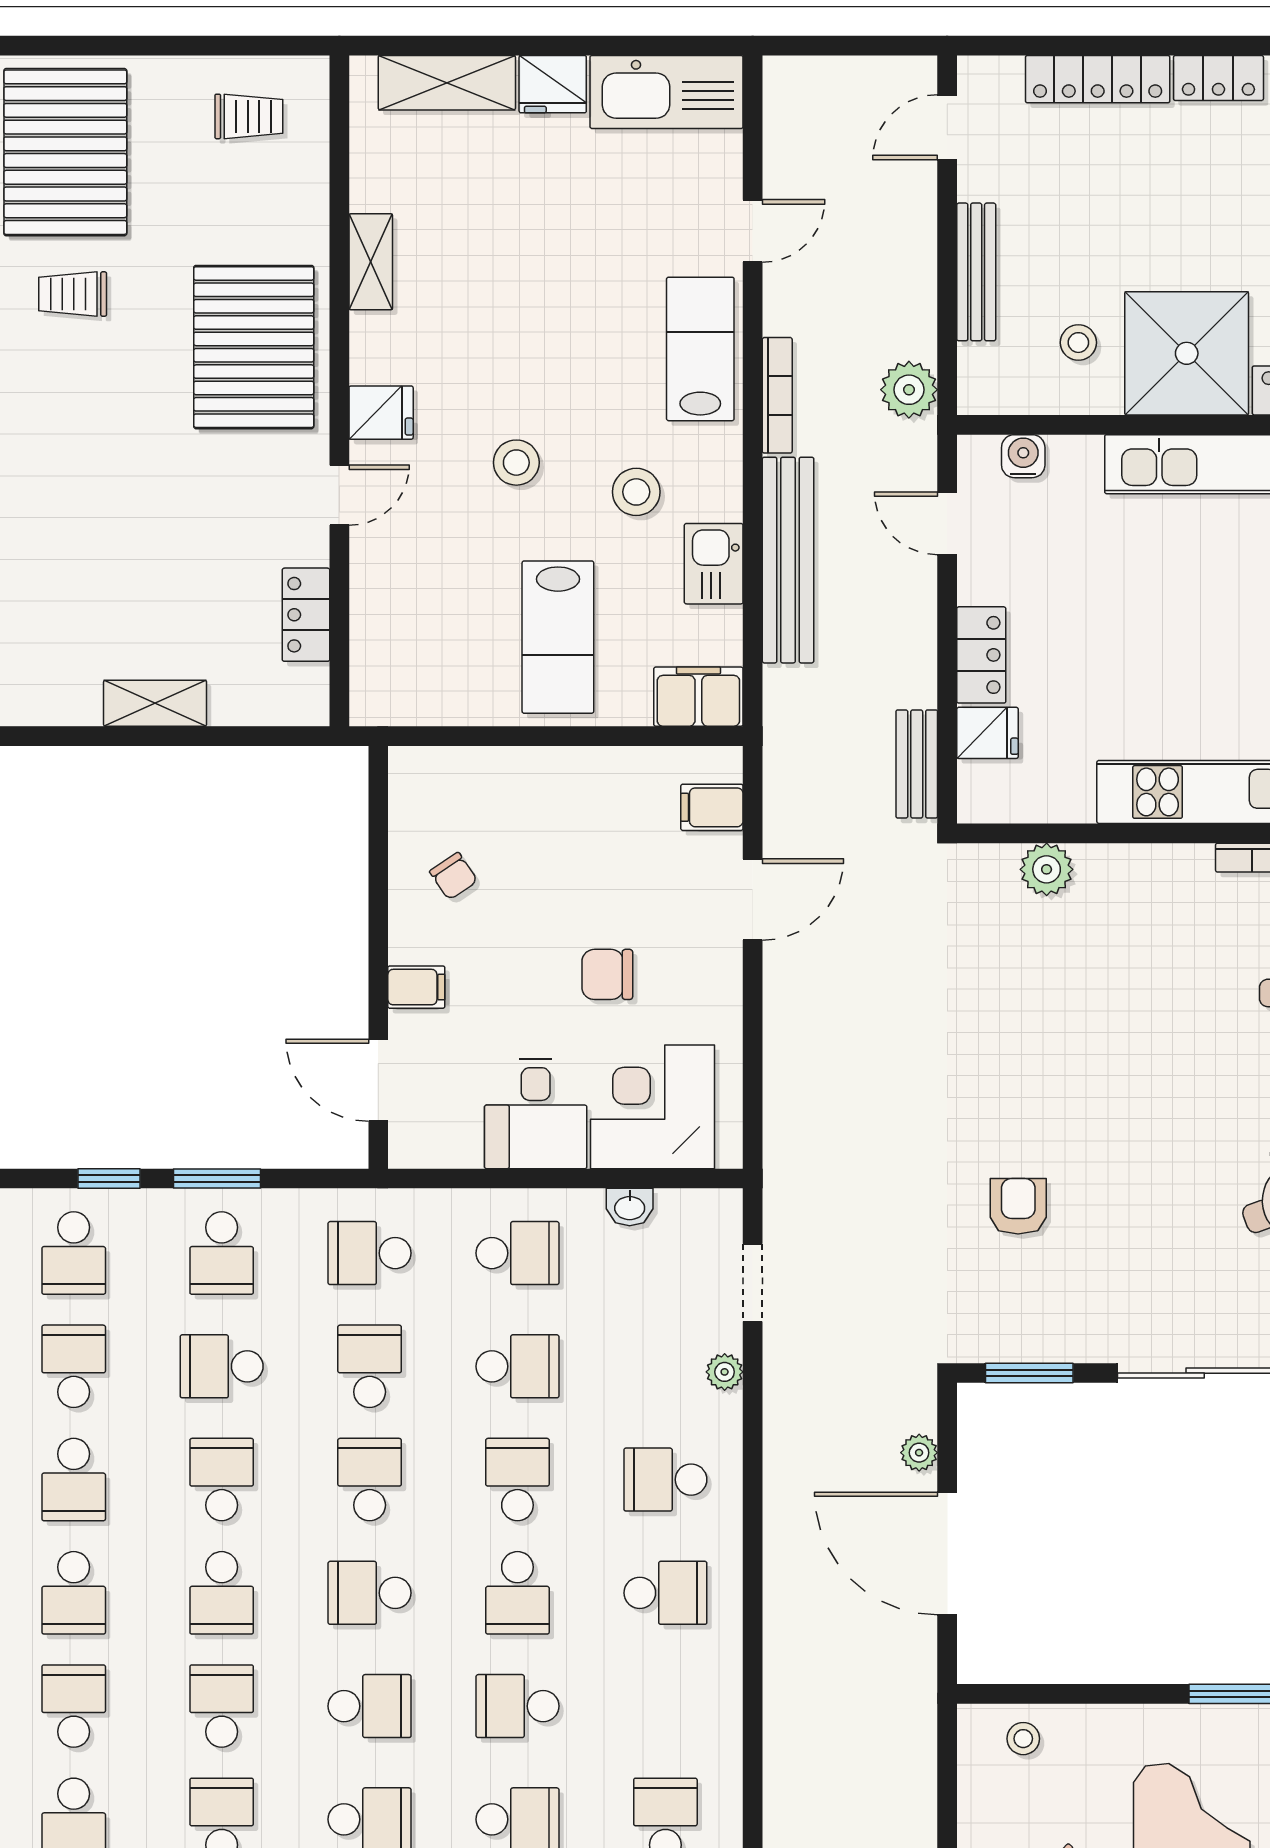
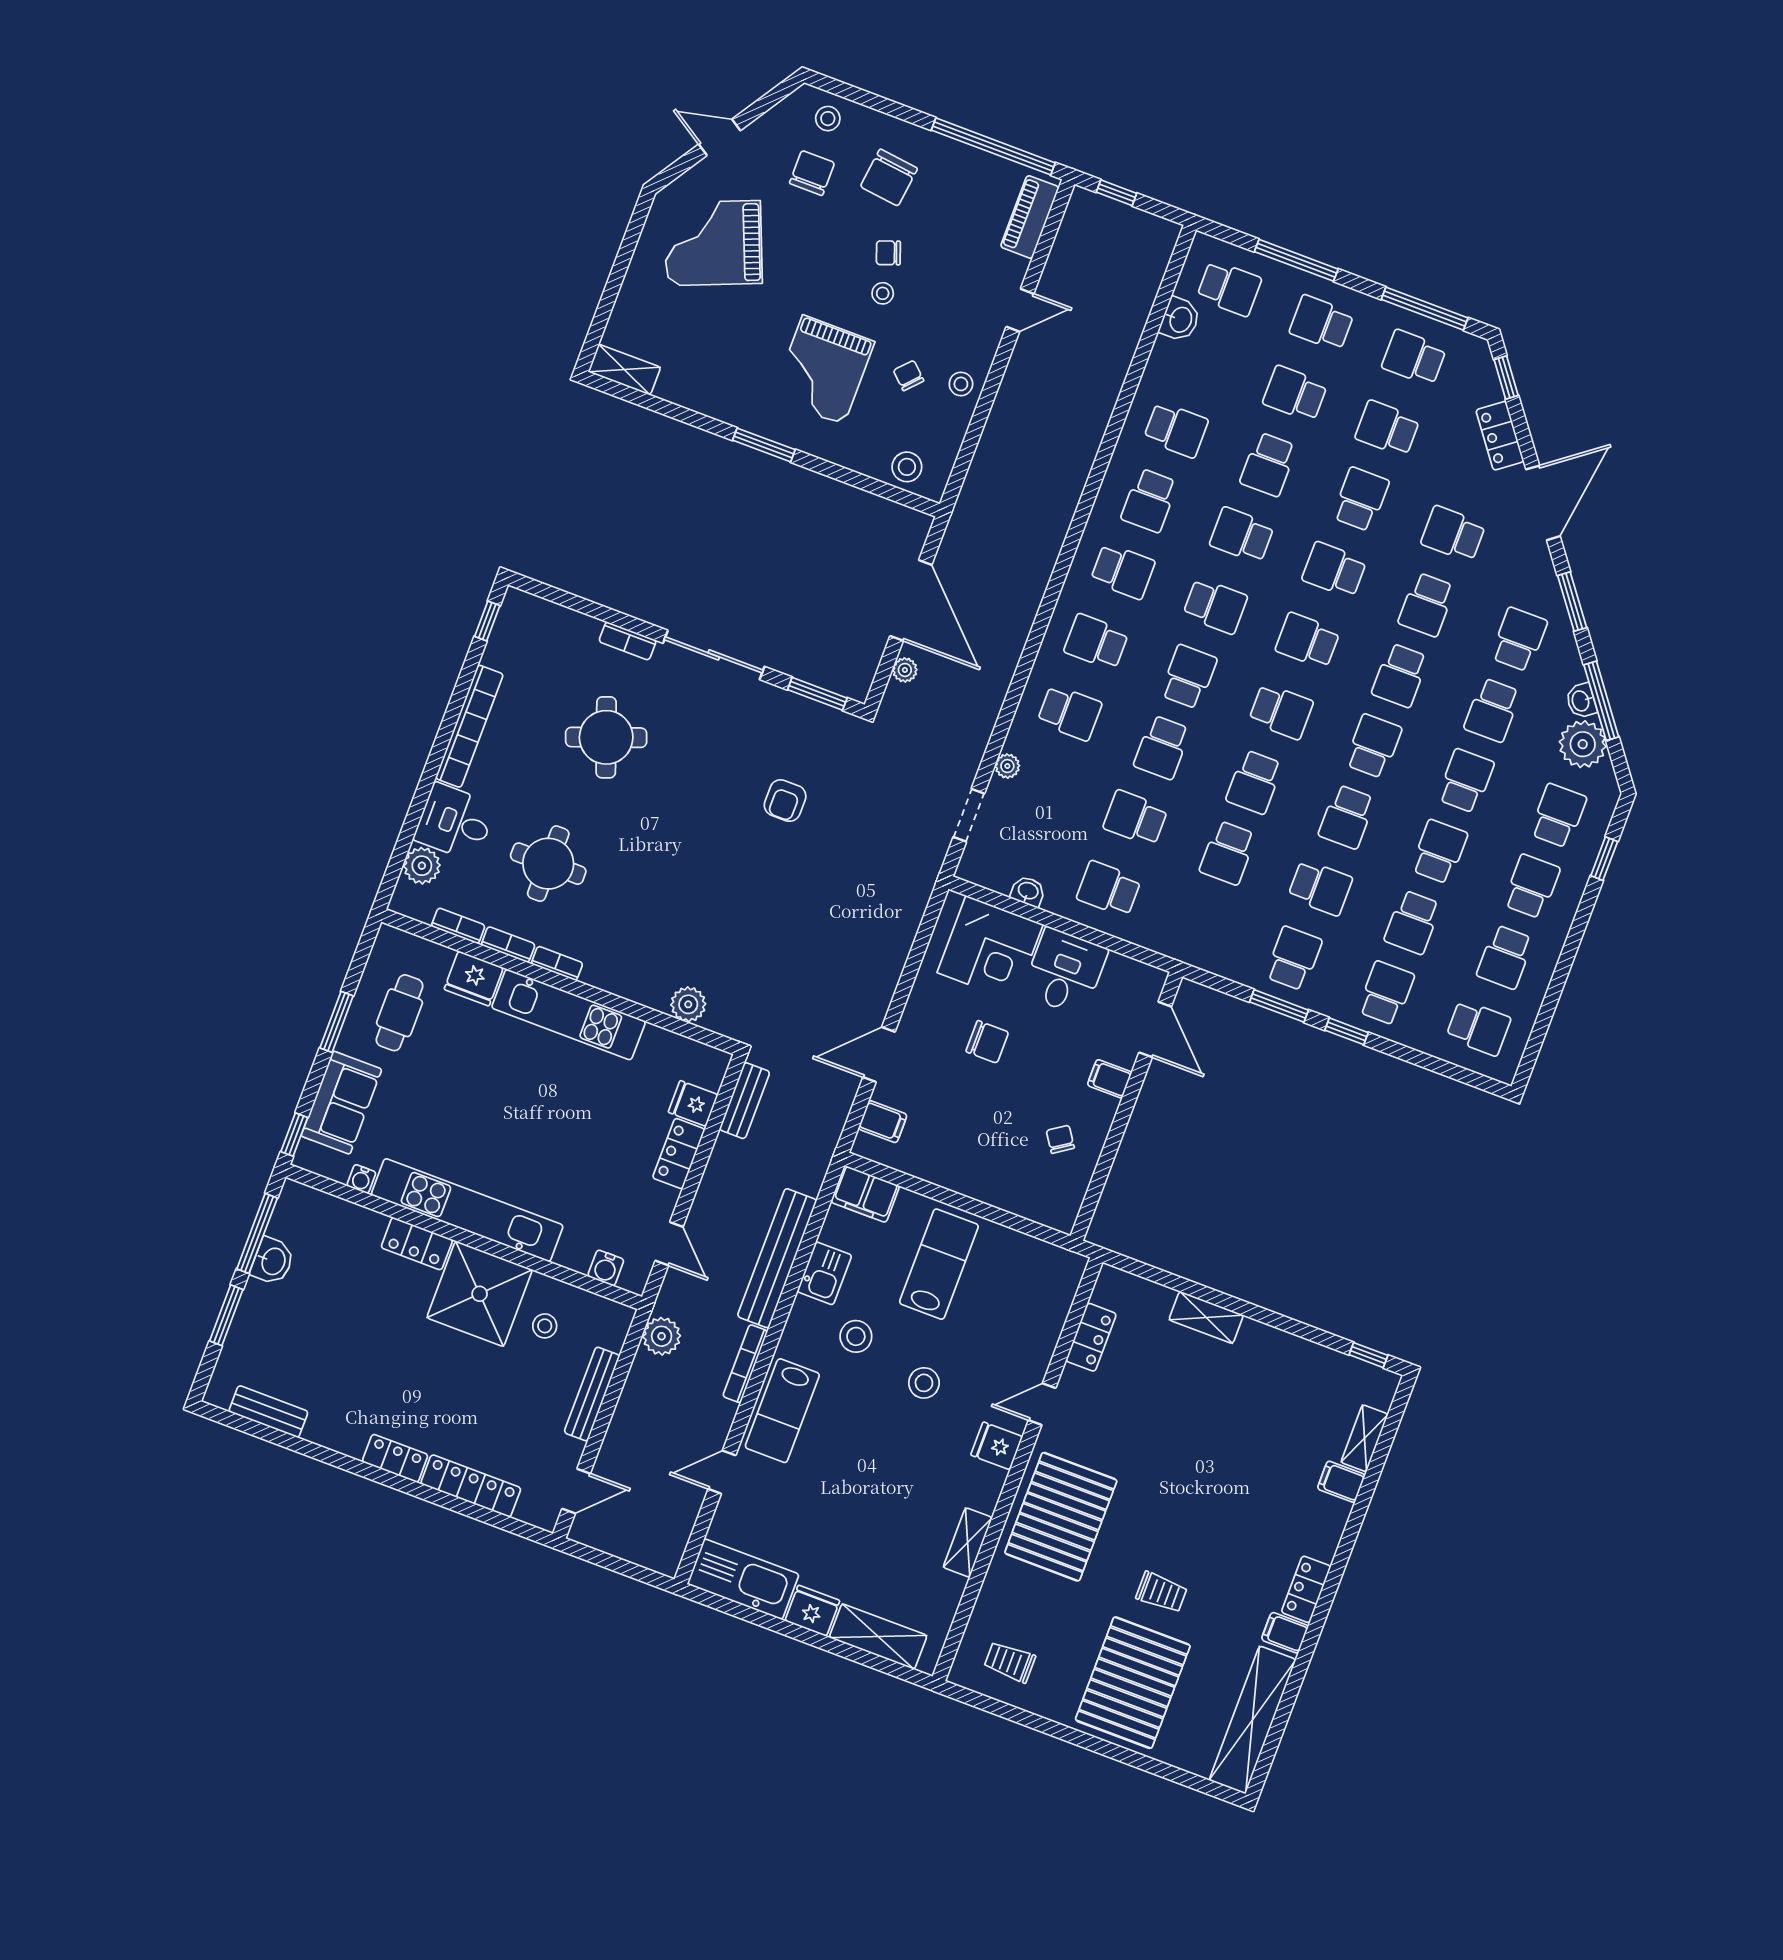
school desk: (370, 1253) -> (1123, 571), moved
stool: (1023, 1739) -> (907, 467), width x1.37, depth x1.37

